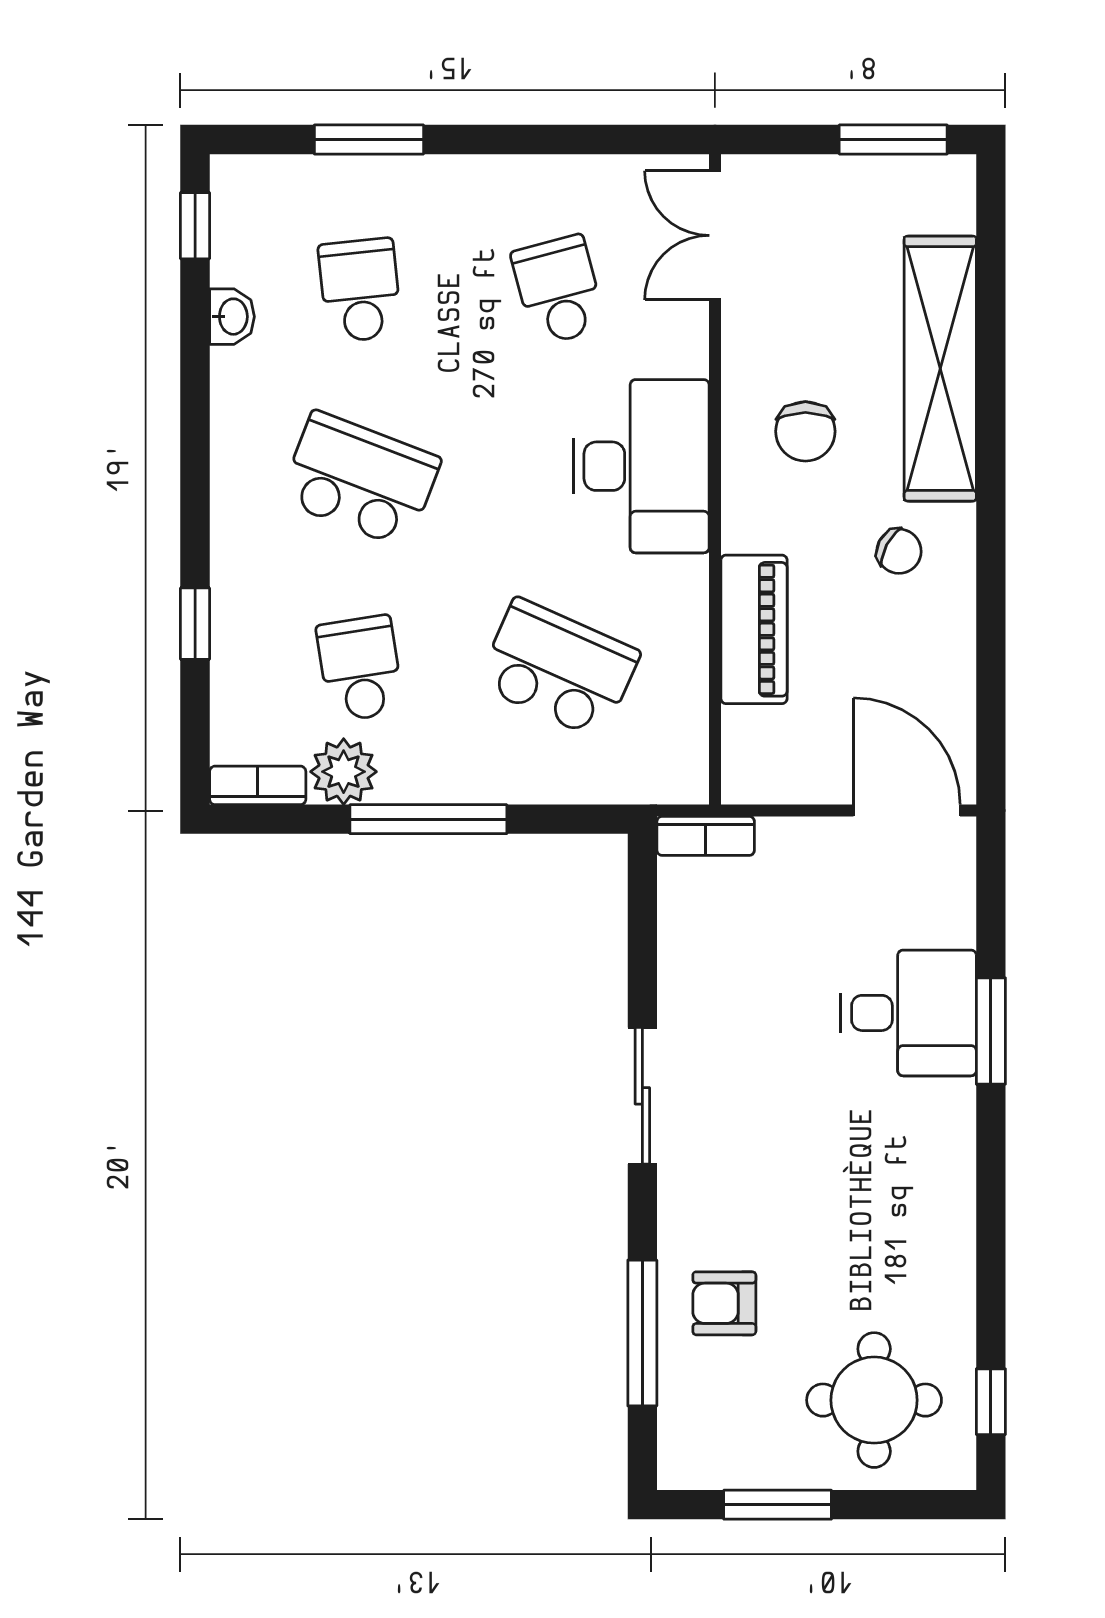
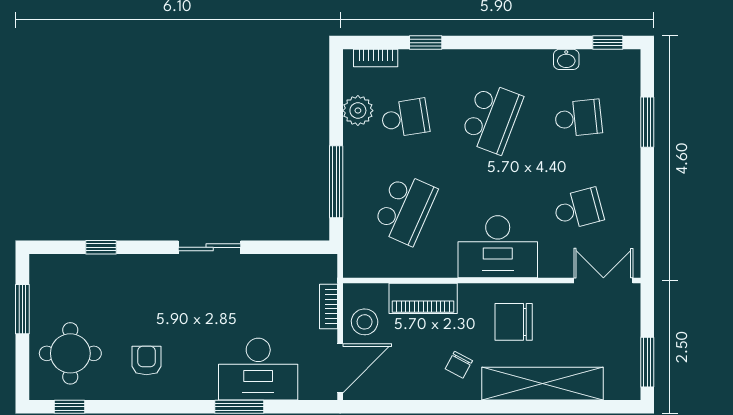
chair: (805, 431) -> (514, 322), width x1.37, depth x1.37
stool: (805, 757) -> (365, 322), added
bookcase: (258, 785) -> (376, 58), moved, turned 90
window: (428, 819) -> (336, 182), moved
bookcase: (706, 836) -> (329, 307), moved
desk: (909, 1013) -> (258, 369), width x1.37
armchair: (724, 1303) -> (146, 361), moved
window: (642, 1333) -> (101, 247), width x0.46

